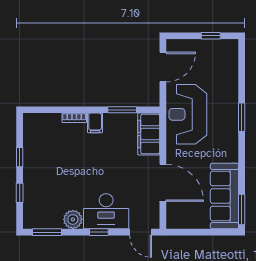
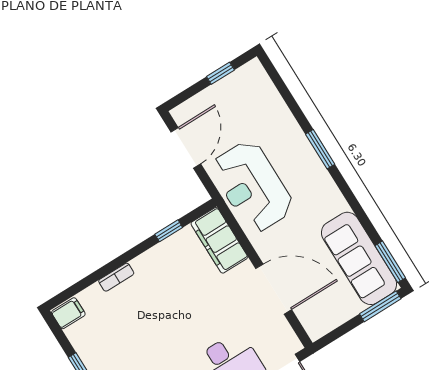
window: (122, 110) -> (169, 231), width x0.67
filing cabinet: (95, 123) -> (68, 313), moved, turned -90
window: (219, 232) -> (380, 306), added

